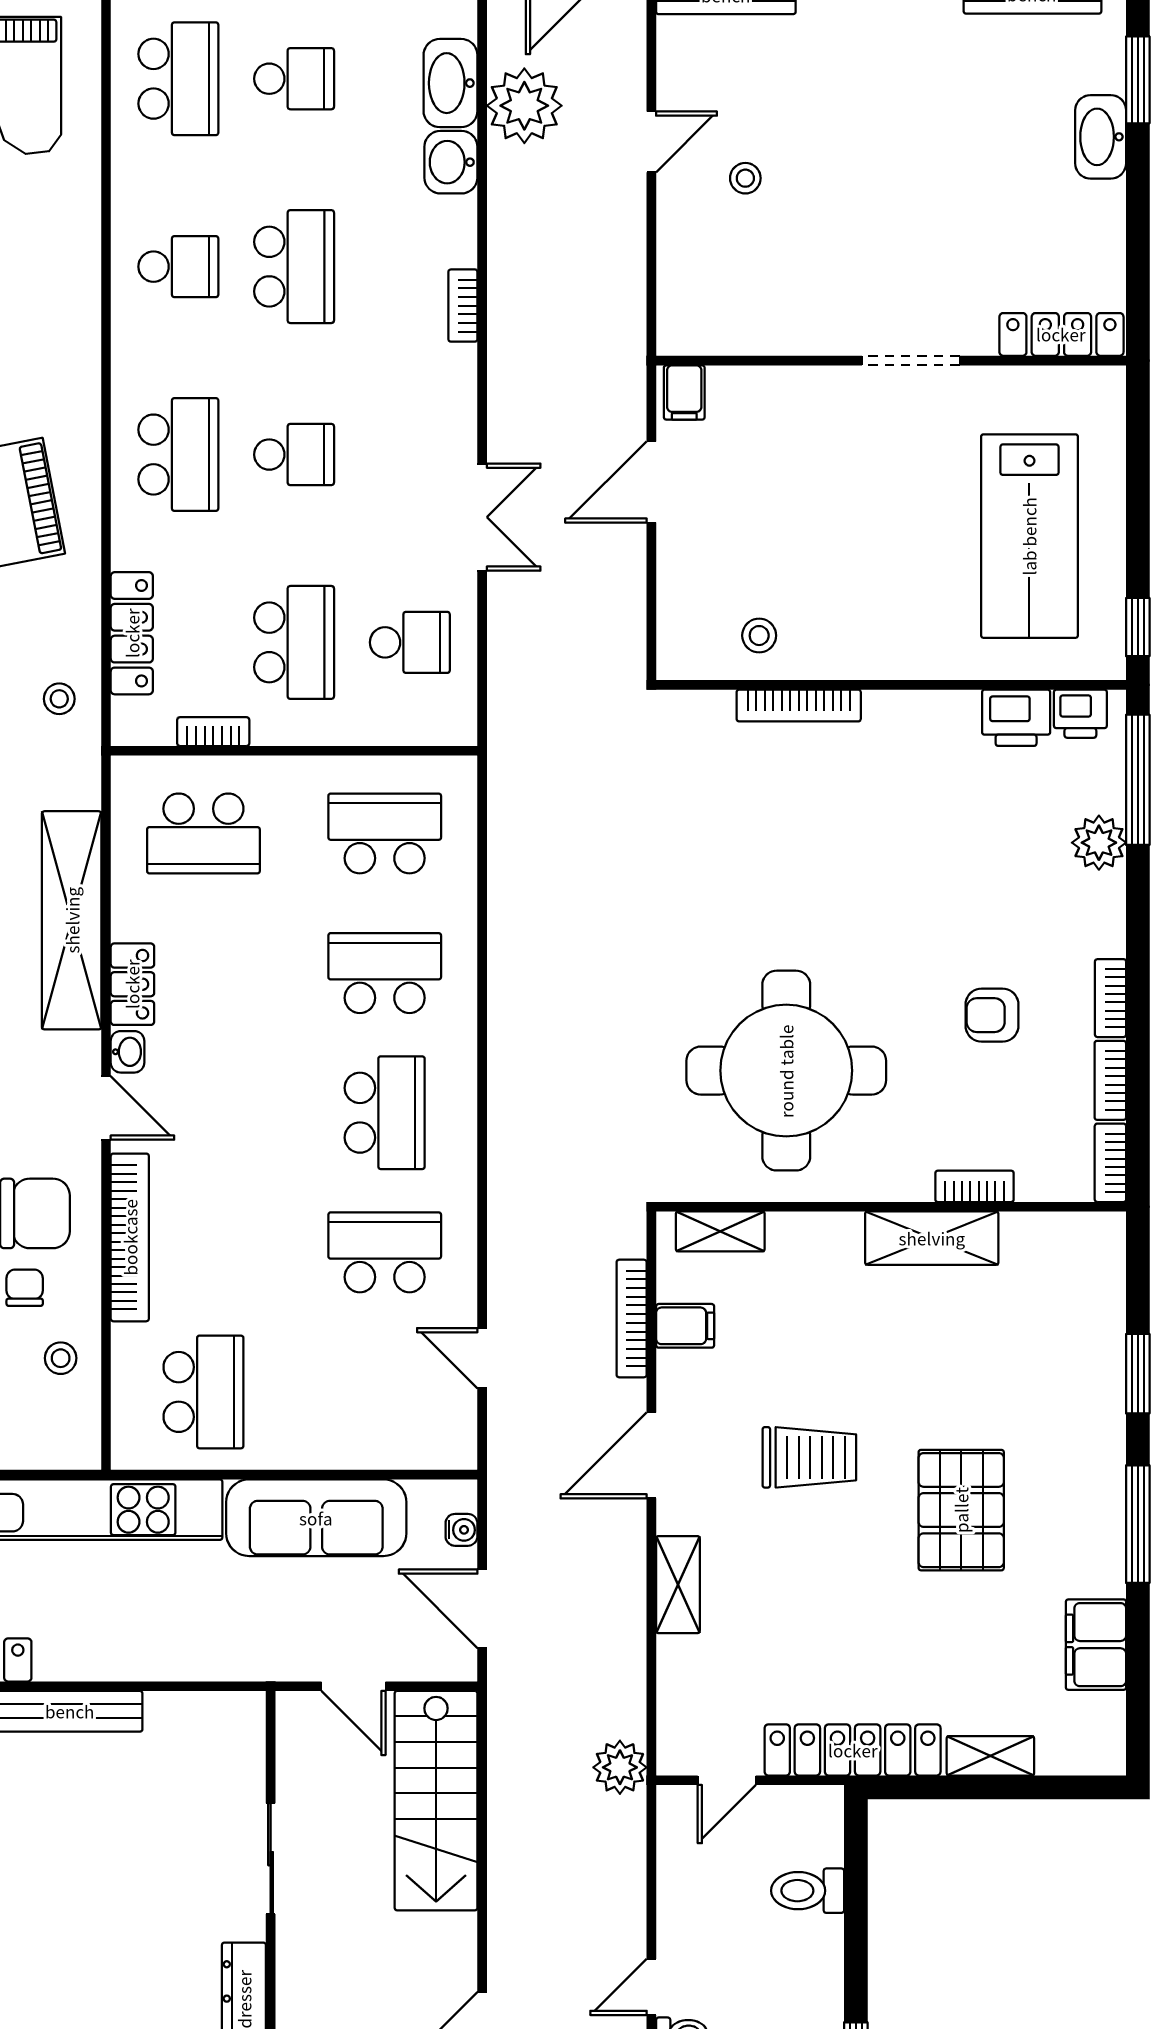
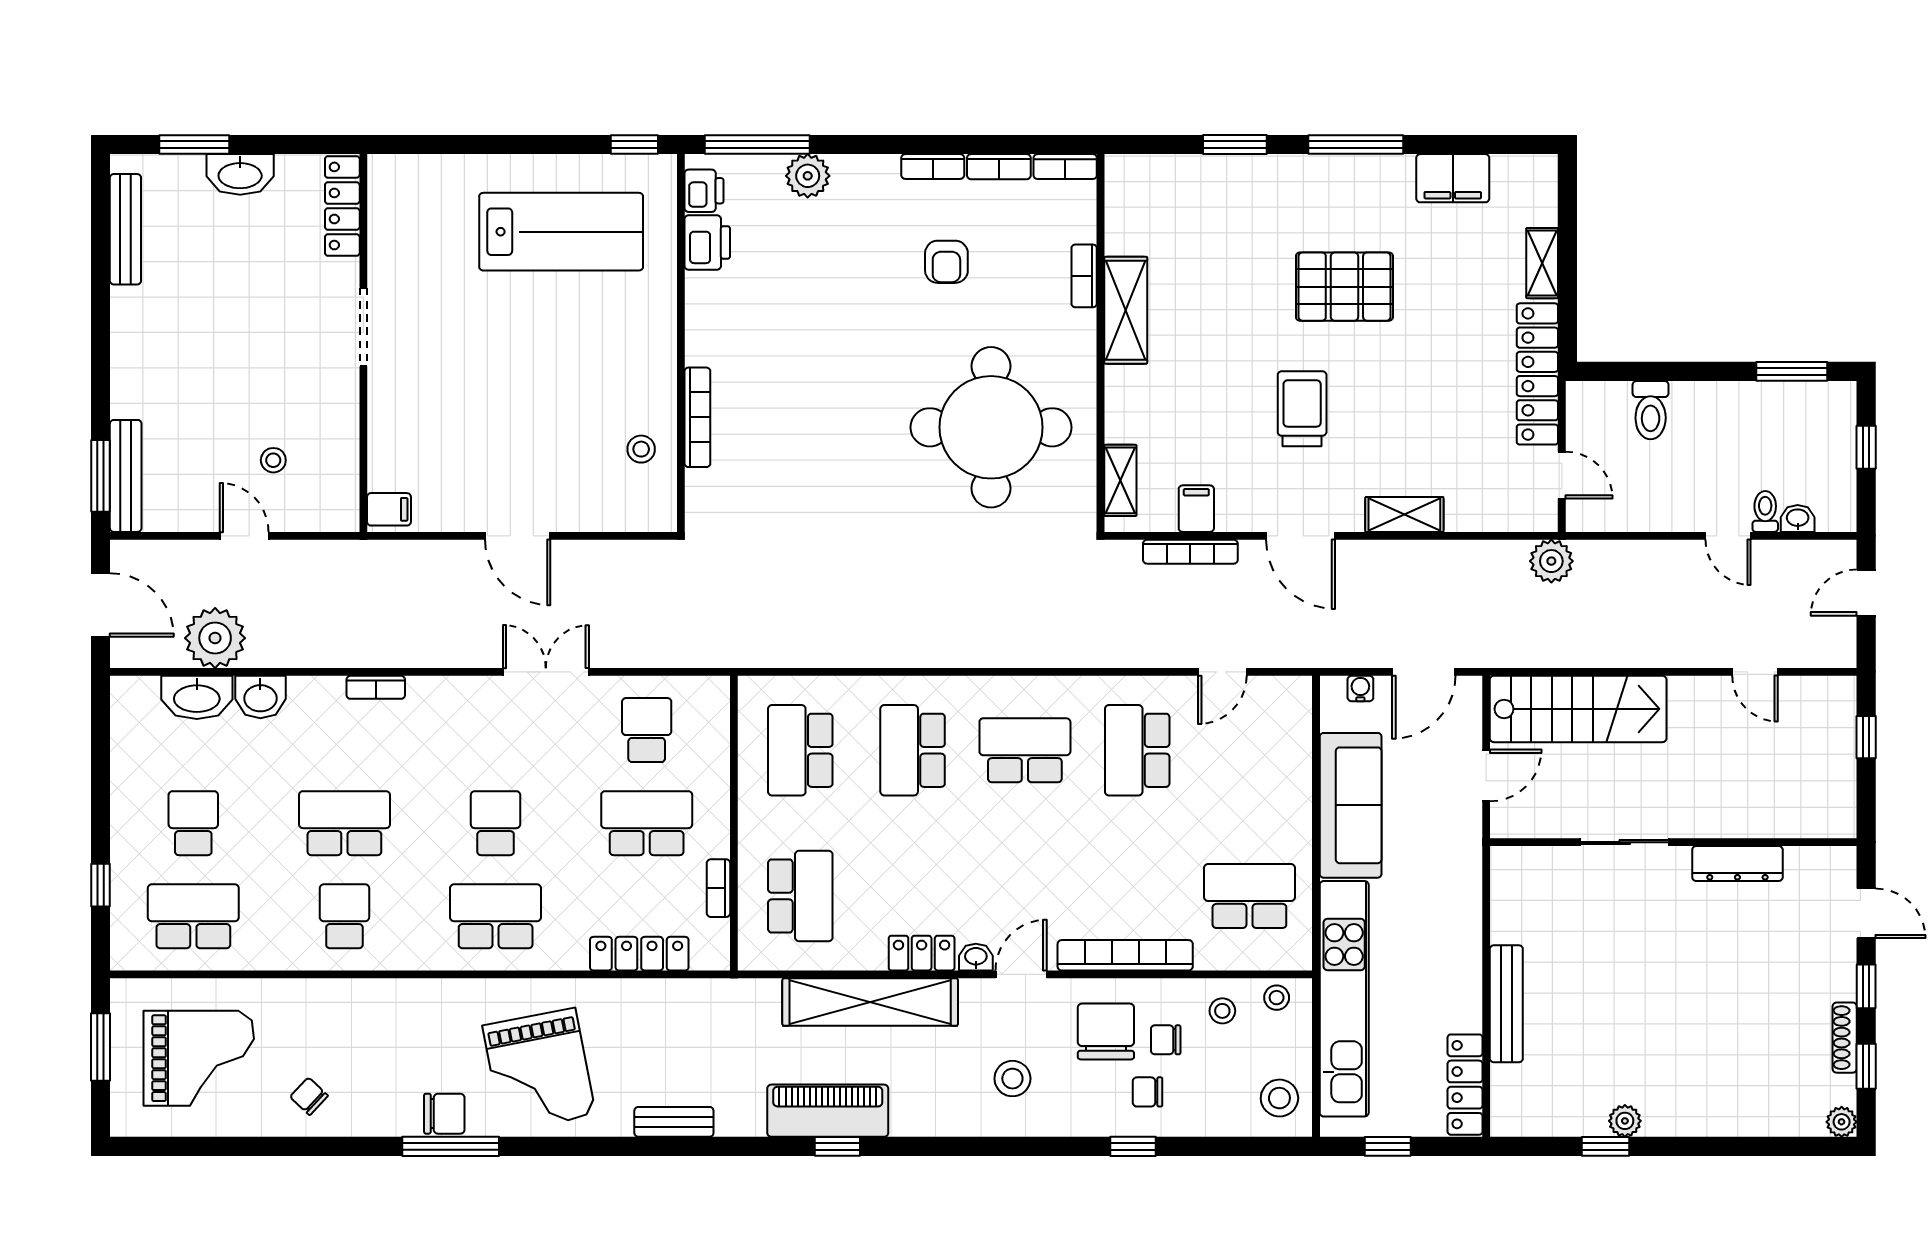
locker: (1061, 334) -> (342, 206), moved
wall: (891, 361) -> (363, 343), moved
doorway: (911, 361) -> (363, 327), moved
filing cabinet: (684, 392) -> (389, 509), moved
stool: (59, 699) -> (1277, 998), moved

